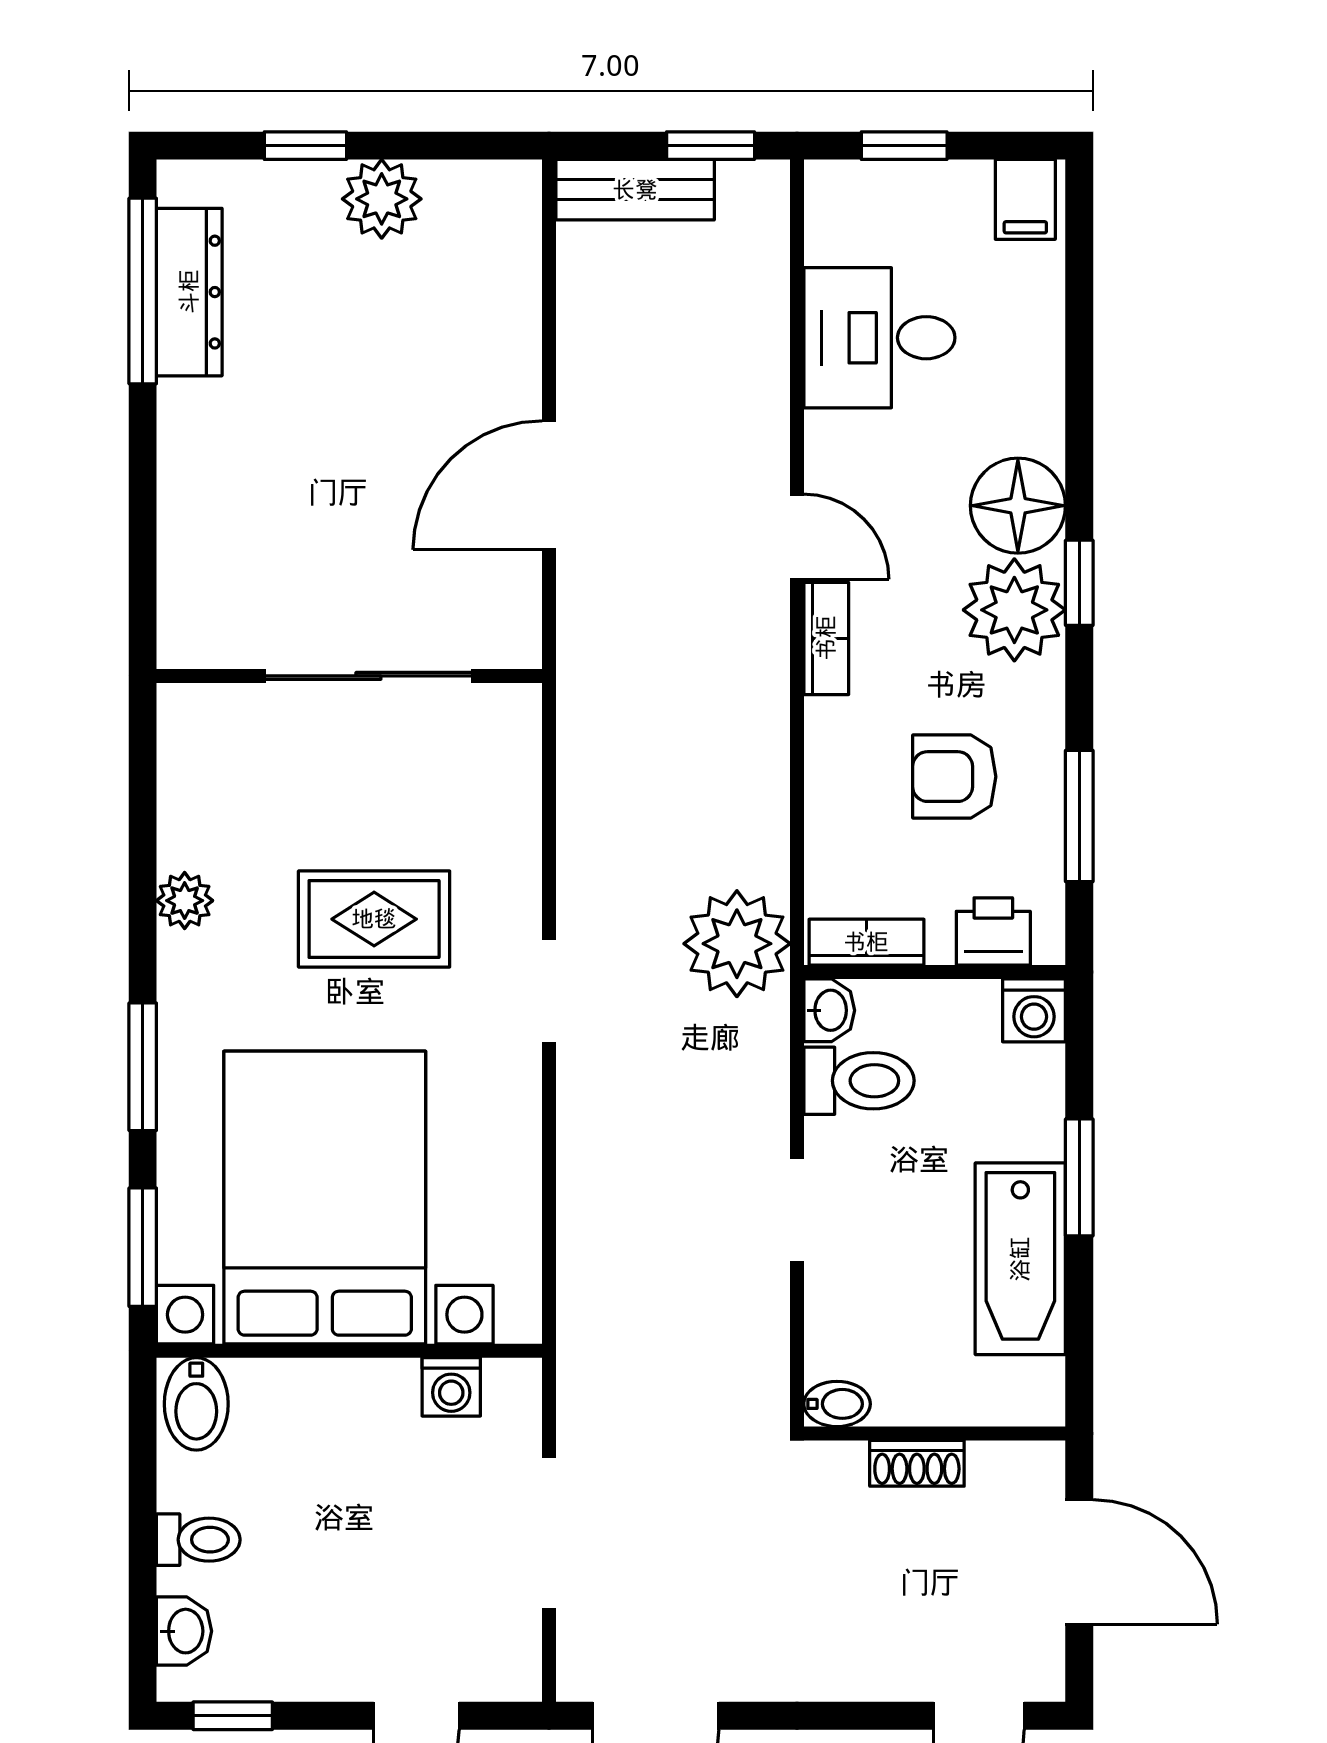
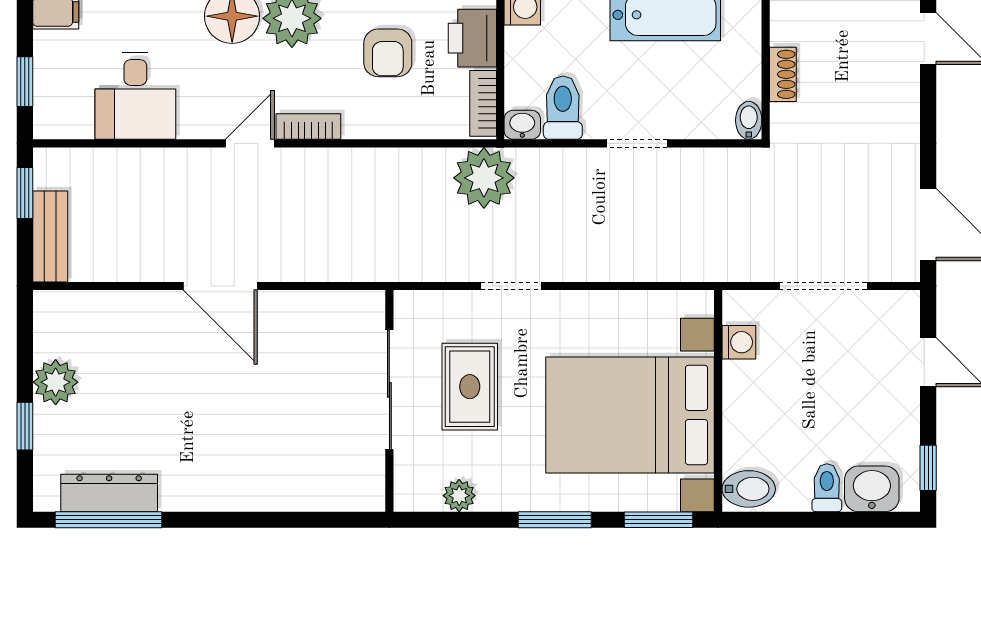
wall: (349, 676) -> (389, 401), moved
sliding door: (368, 676) -> (389, 390), moved
printer: (993, 931) -> (472, 38), width x1.36, depth x1.24
washbasin: (184, 1631) -> (872, 489), width x1.38, depth x1.45

